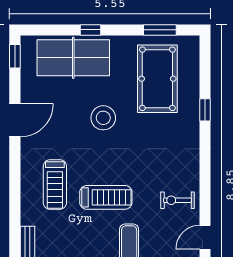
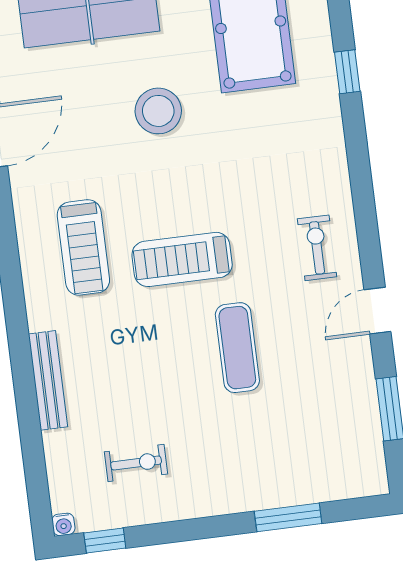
treadmill: (106, 197) -> (182, 259), turned 180
exercise bike: (177, 200) -> (317, 248), turned 90

